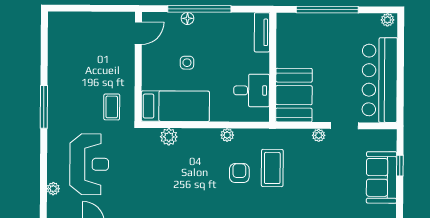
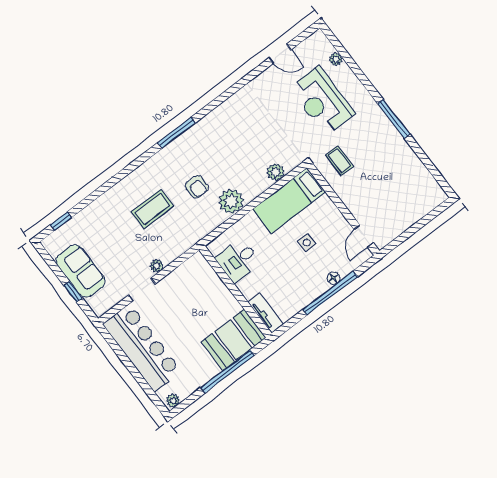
booth: (294, 95) -> (234, 340), moved, turned 90
plant: (227, 135) -> (231, 201), width x1.88, depth x1.88
coffee table: (272, 168) -> (152, 209), moved, turned 90

